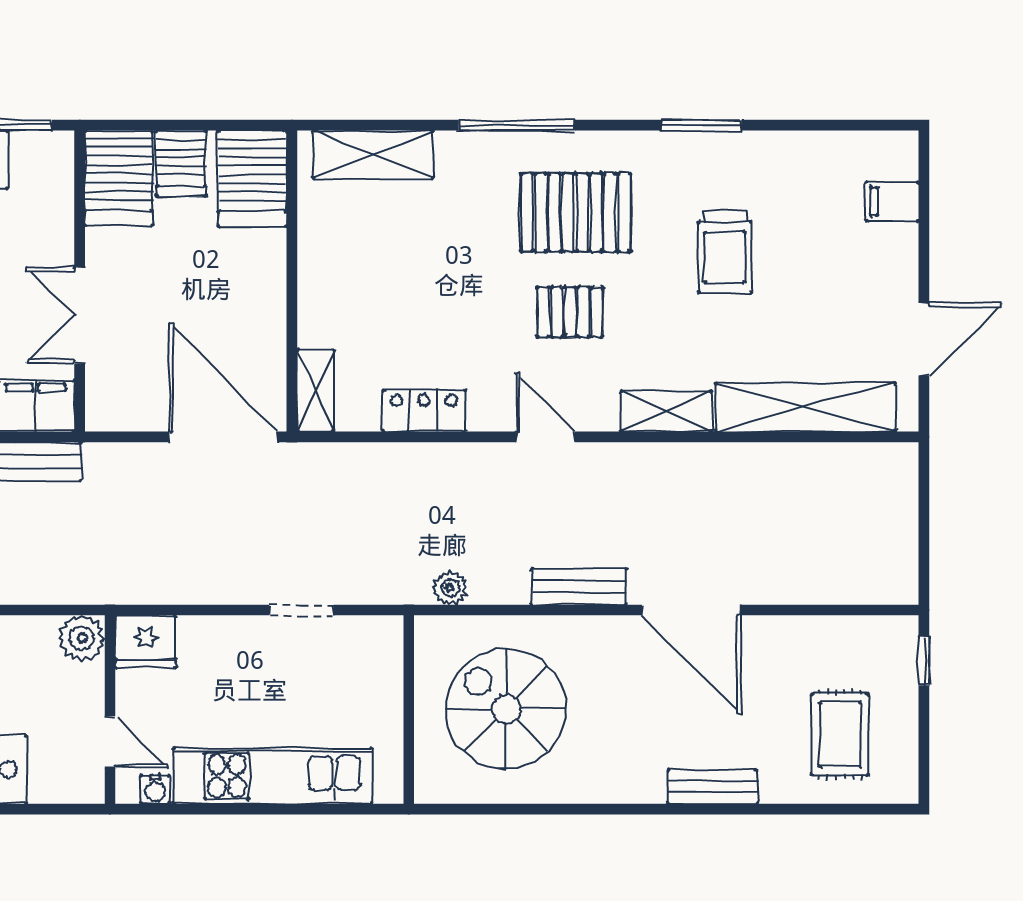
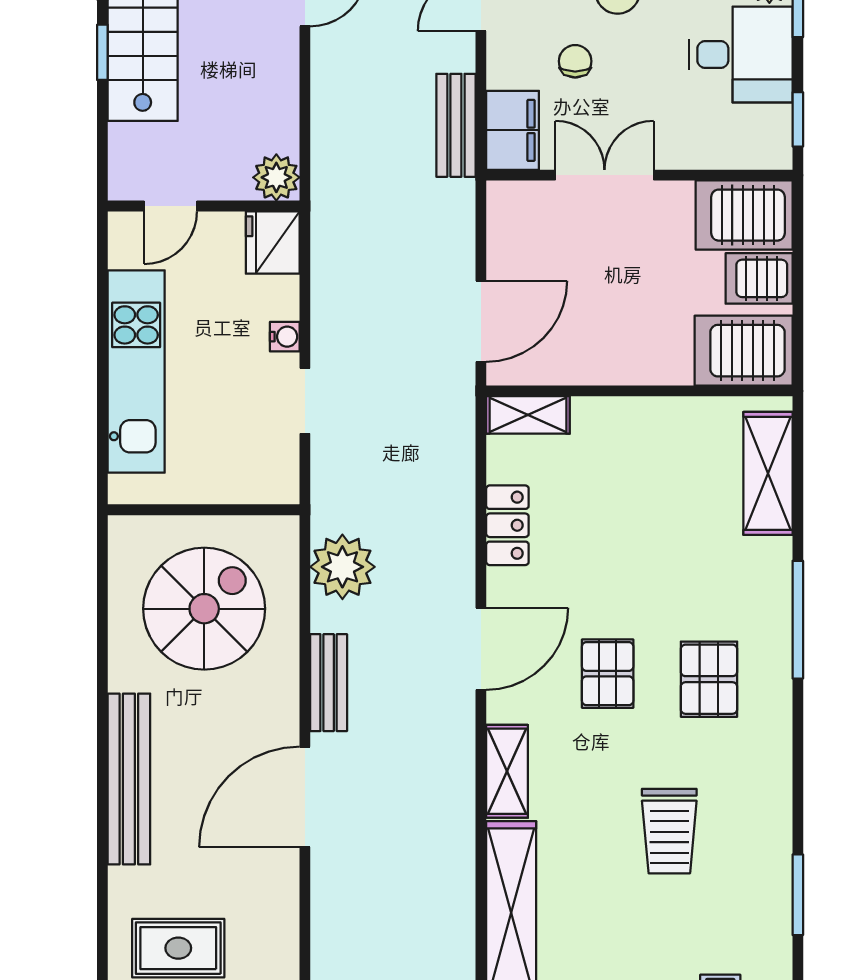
window: (702, 125) -> (798, 895), moved
pallet: (575, 213) -> (709, 679), width x0.67, depth x0.71
trolley: (725, 252) -> (669, 831), turned -90
door: (223, 437) -> (481, 321), width x0.73
door: (545, 437) -> (481, 649), width x1.38
plant: (450, 588) -> (342, 567), width x1.88, depth x1.88
bench: (713, 787) -> (129, 779), width x1.86, depth x1.21
water cooler: (155, 789) -> (285, 337), moved, turned 180

